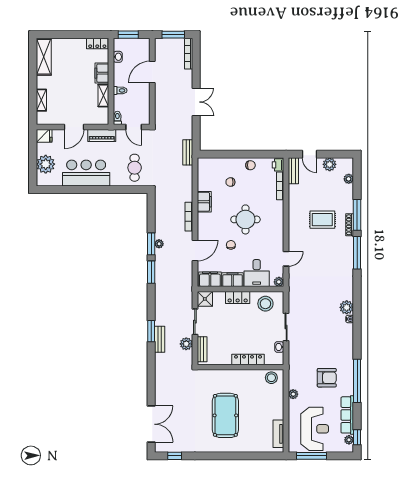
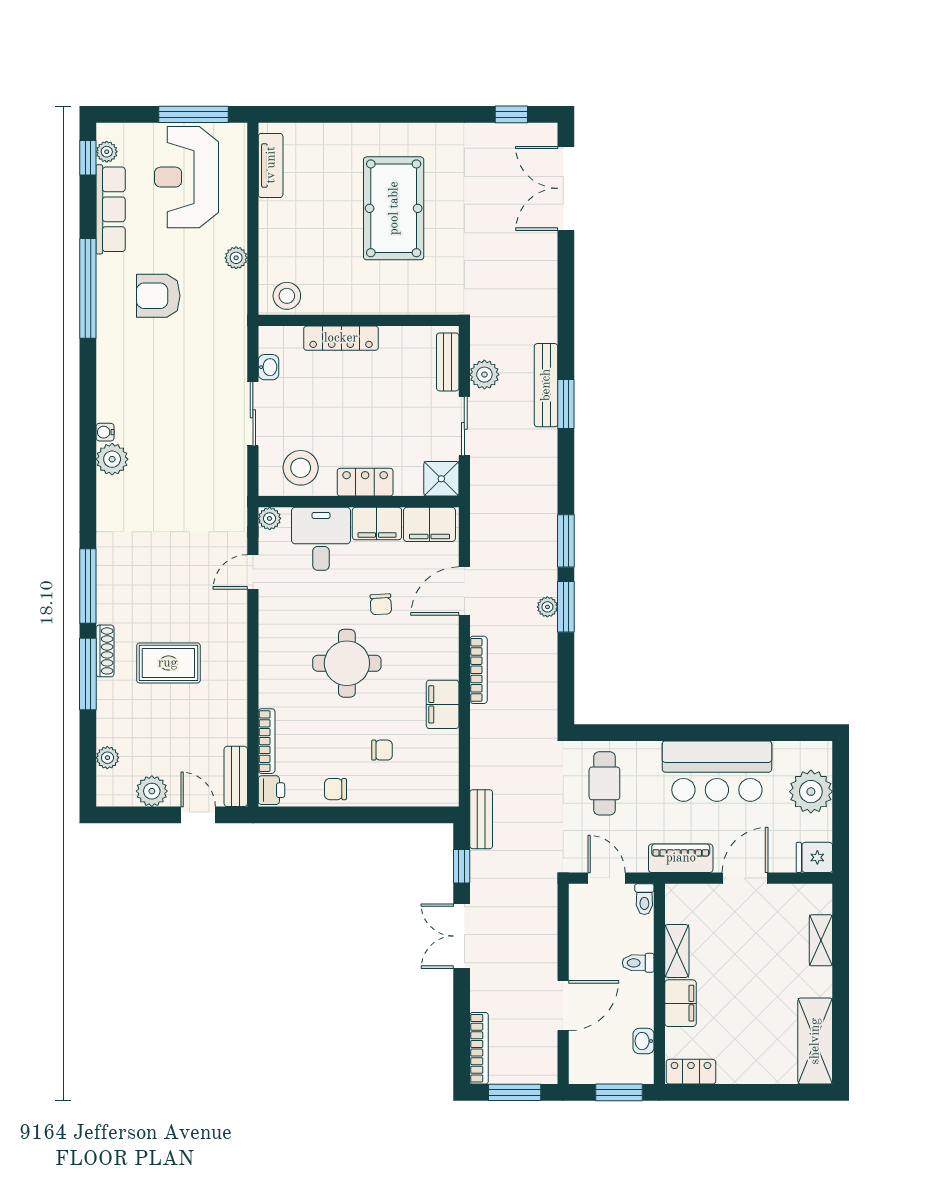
window: (196, 132) -> (462, 866), added
bench: (160, 339) -> (546, 385), width x1.36

